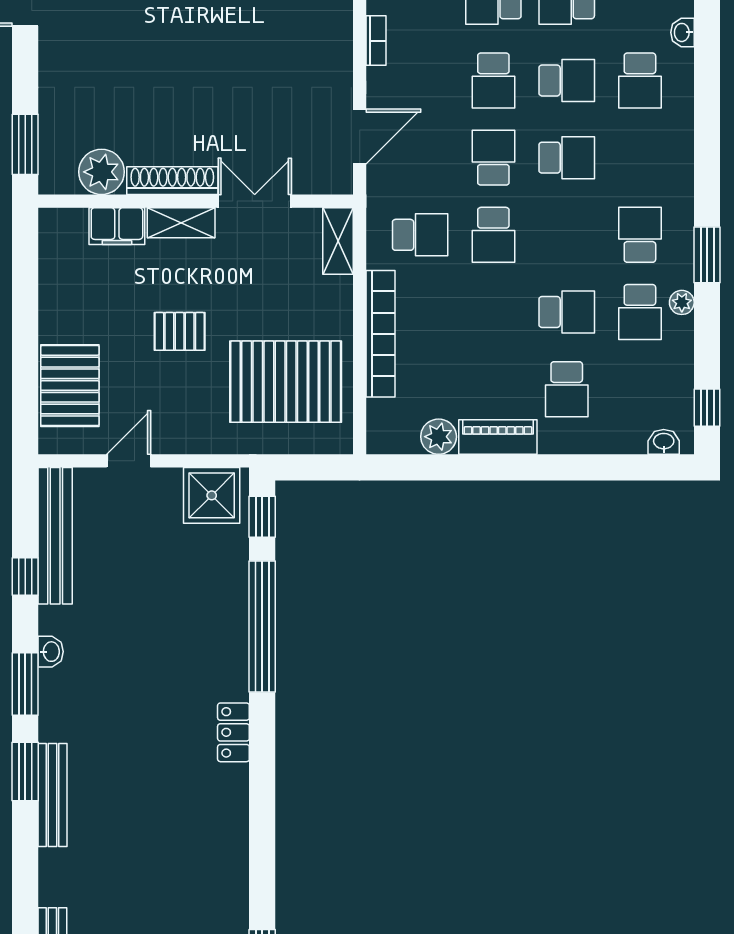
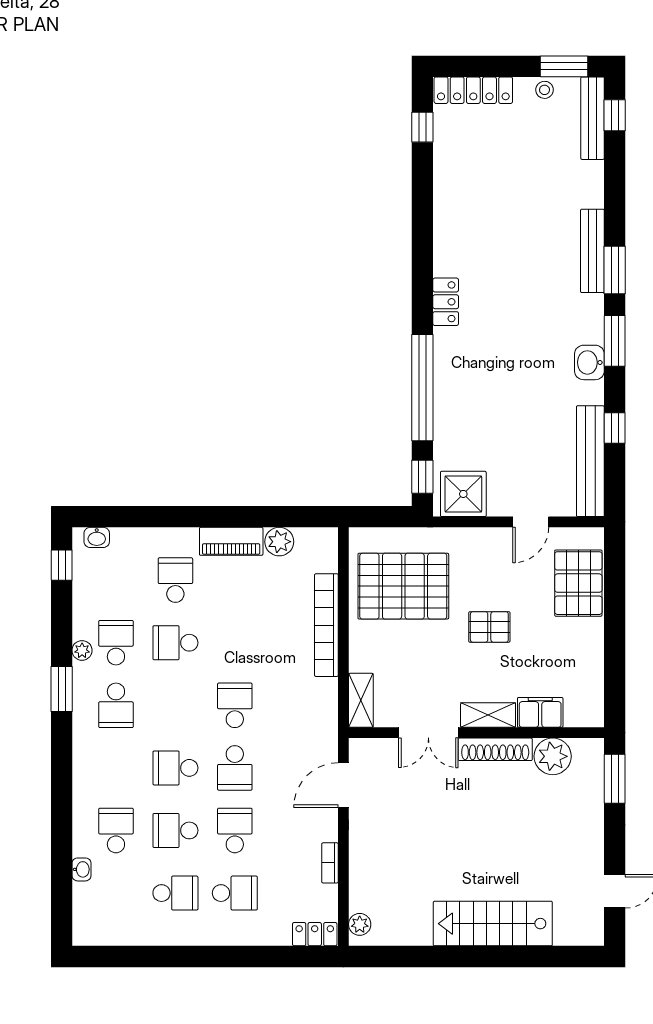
school desk: (420, 235) -> (294, 705), removed
washbasin: (51, 652) -> (589, 362), width x1.38, depth x1.45

